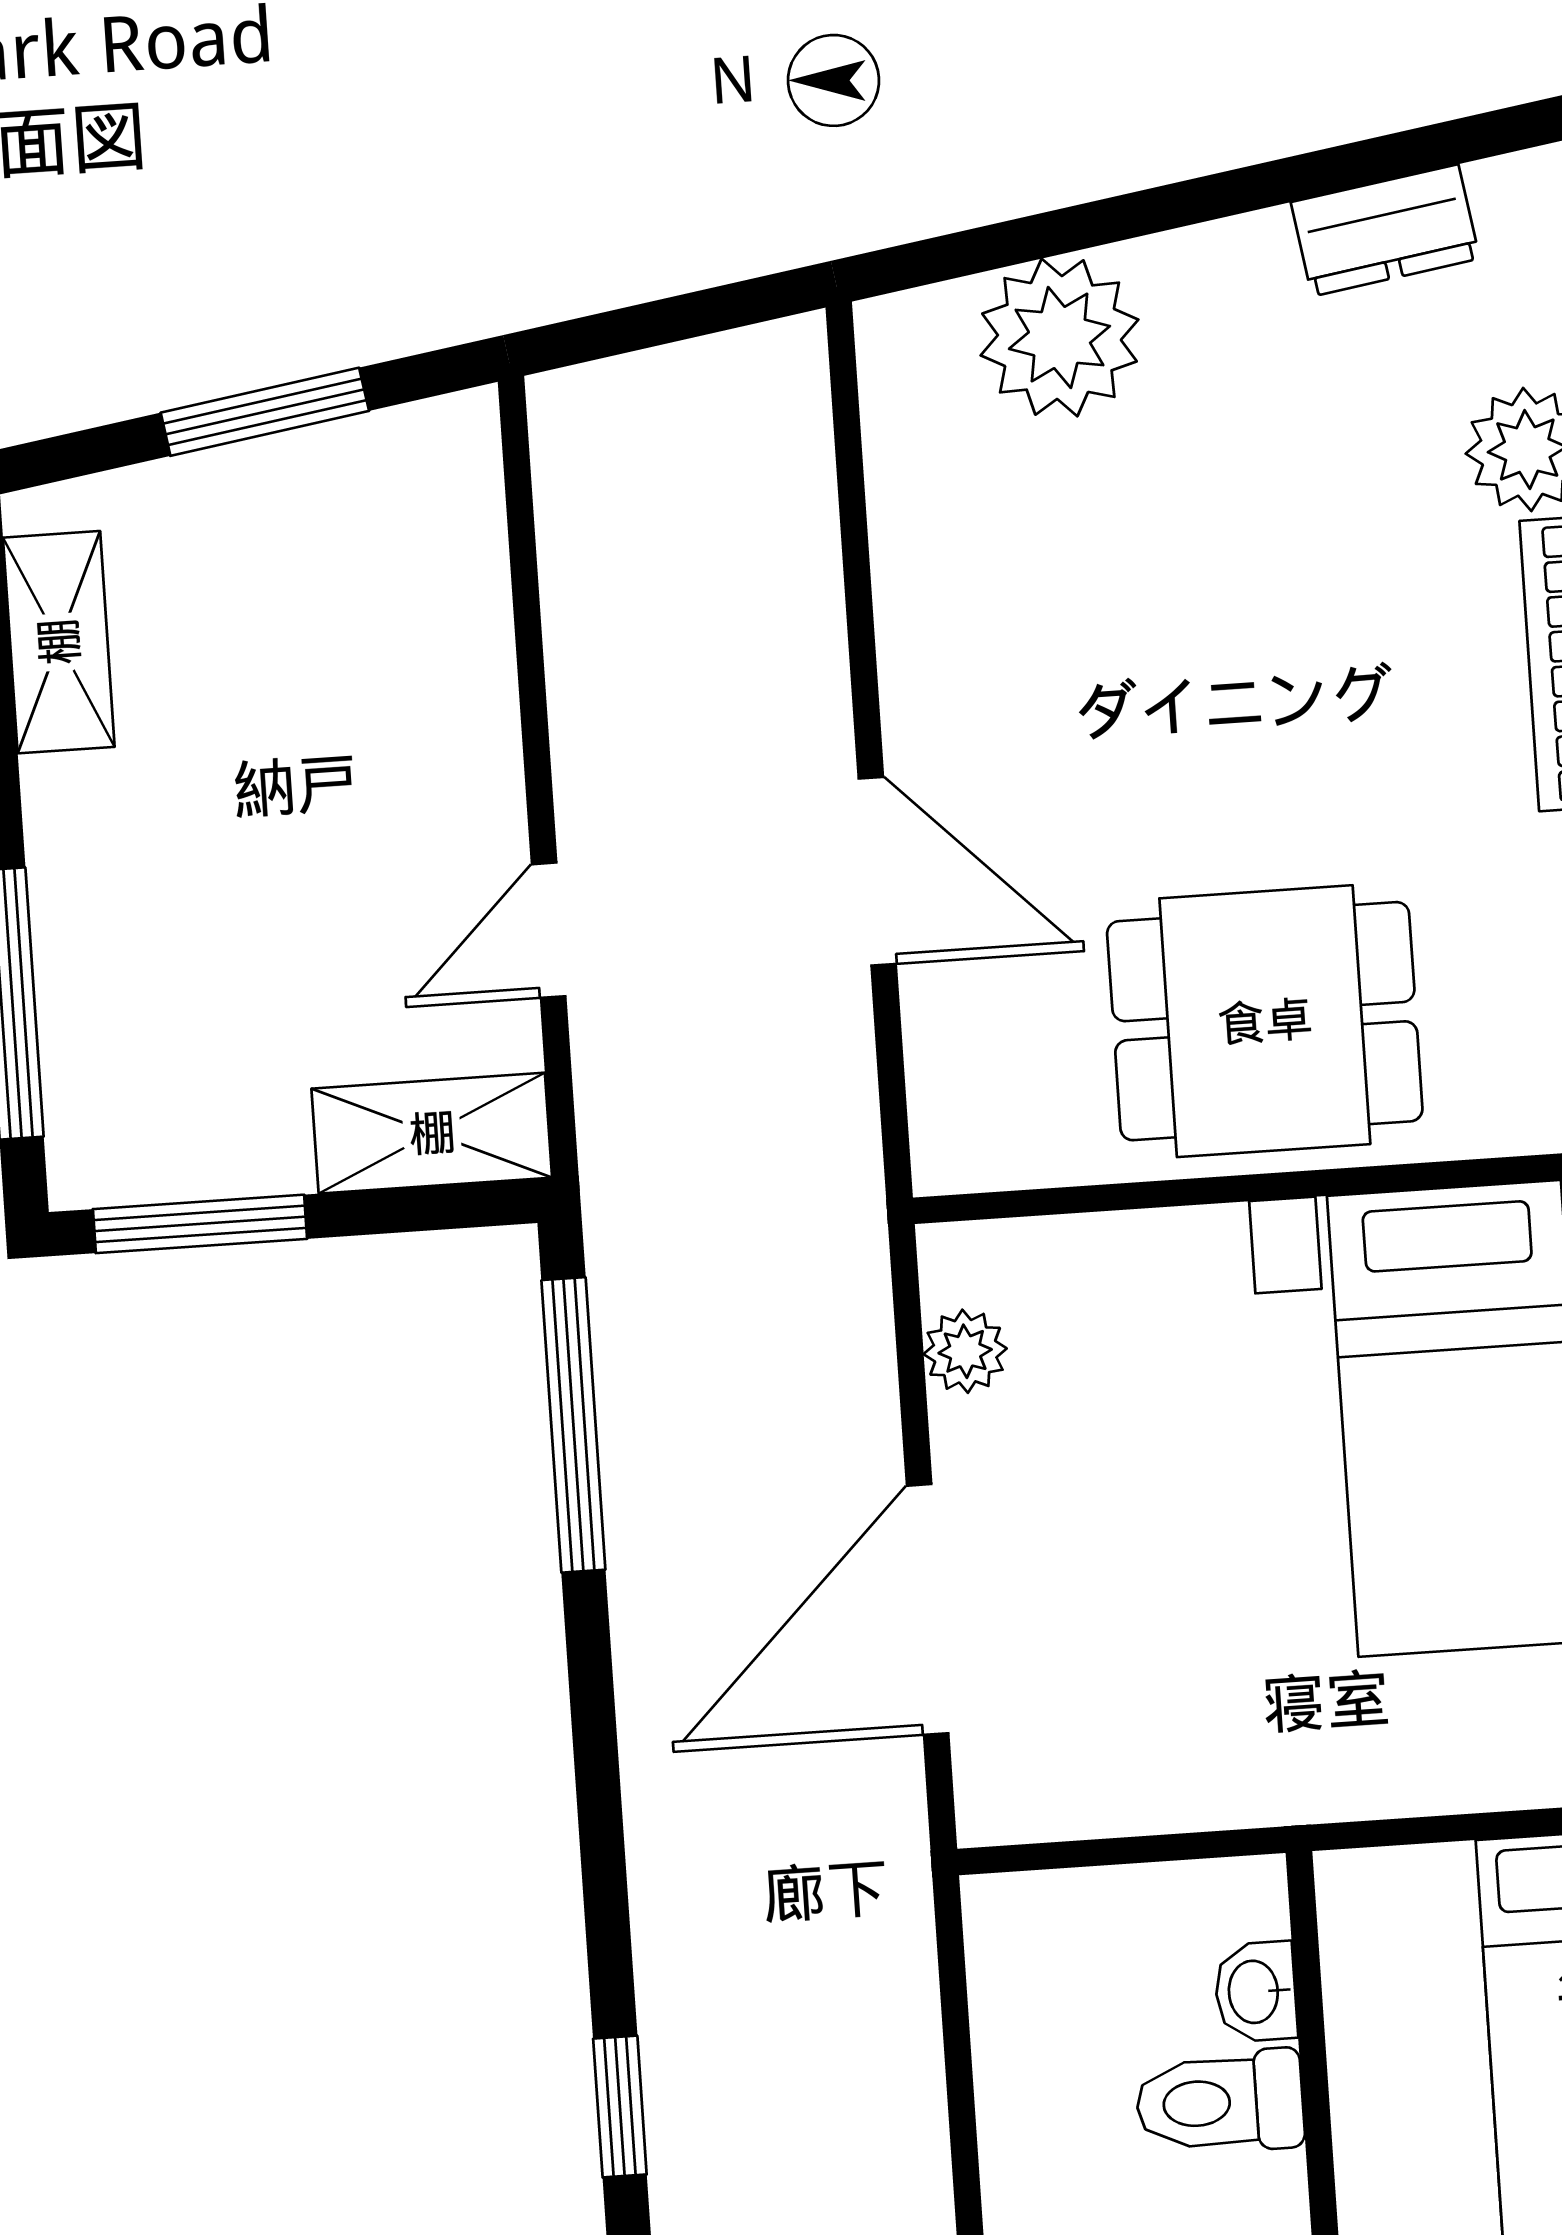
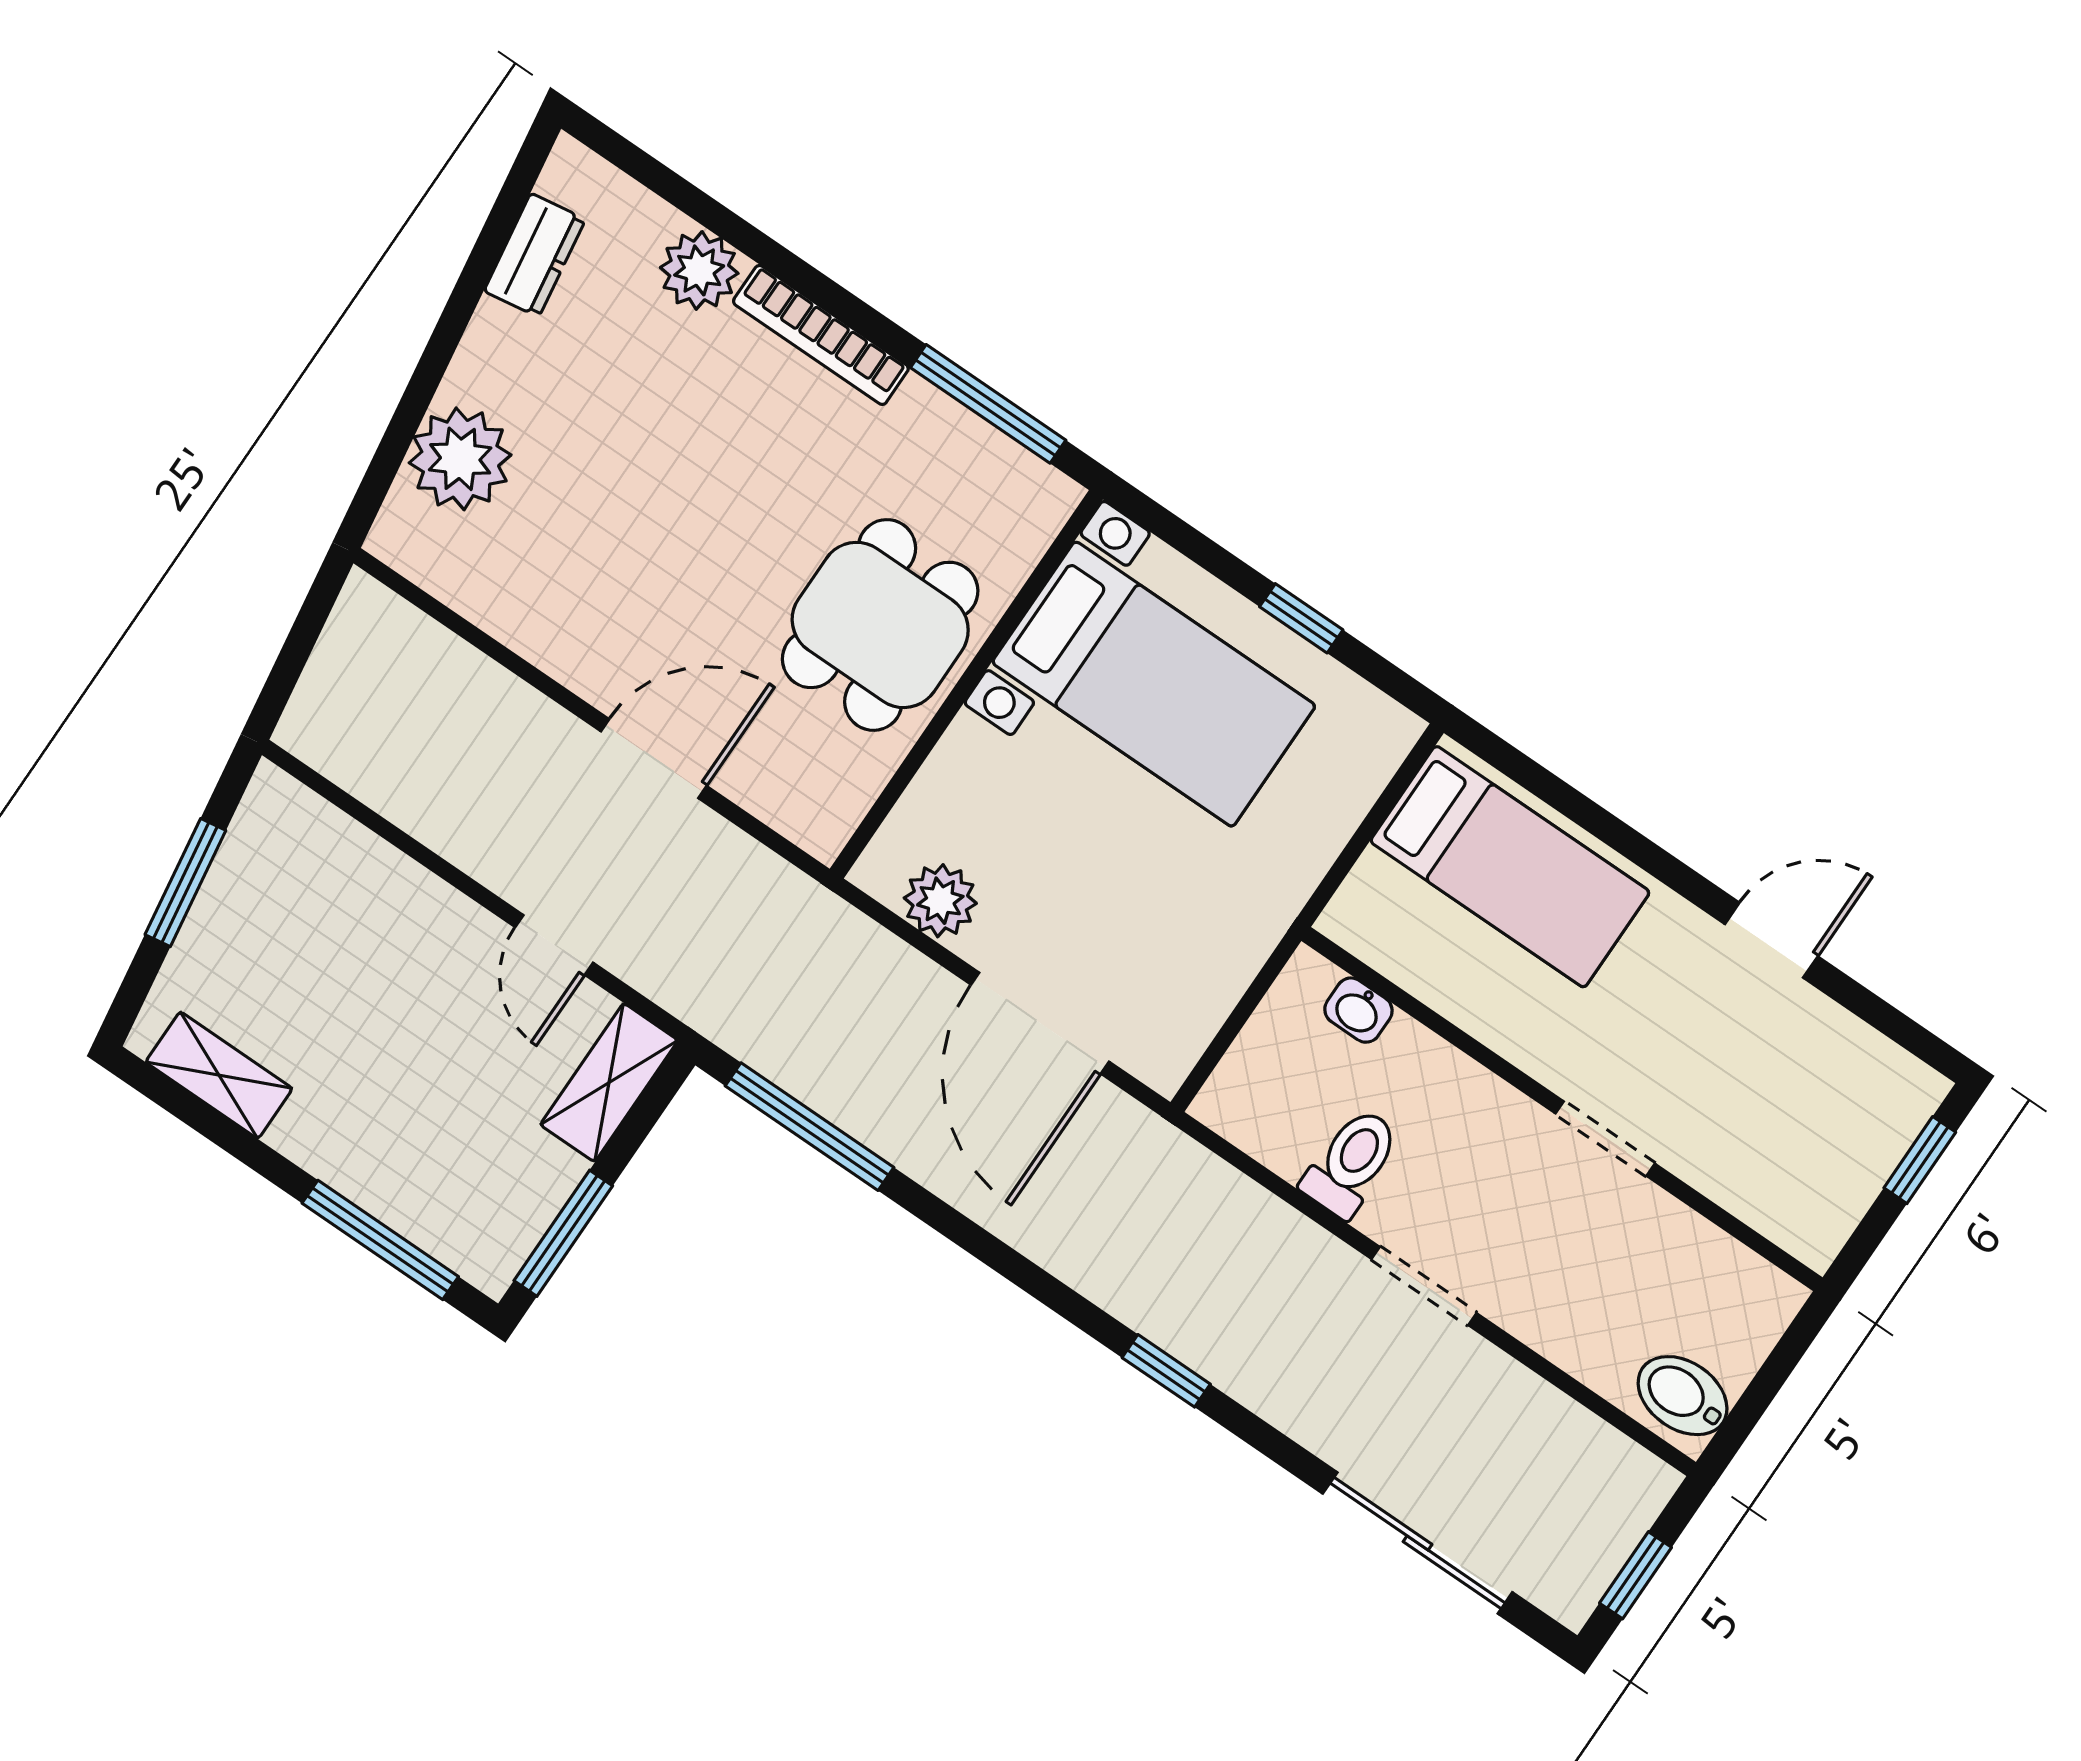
plant: (965, 1351) -> (940, 901), width x1.38, depth x1.38
toilet: (1220, 2102) -> (1351, 1163), moved, turned 180

